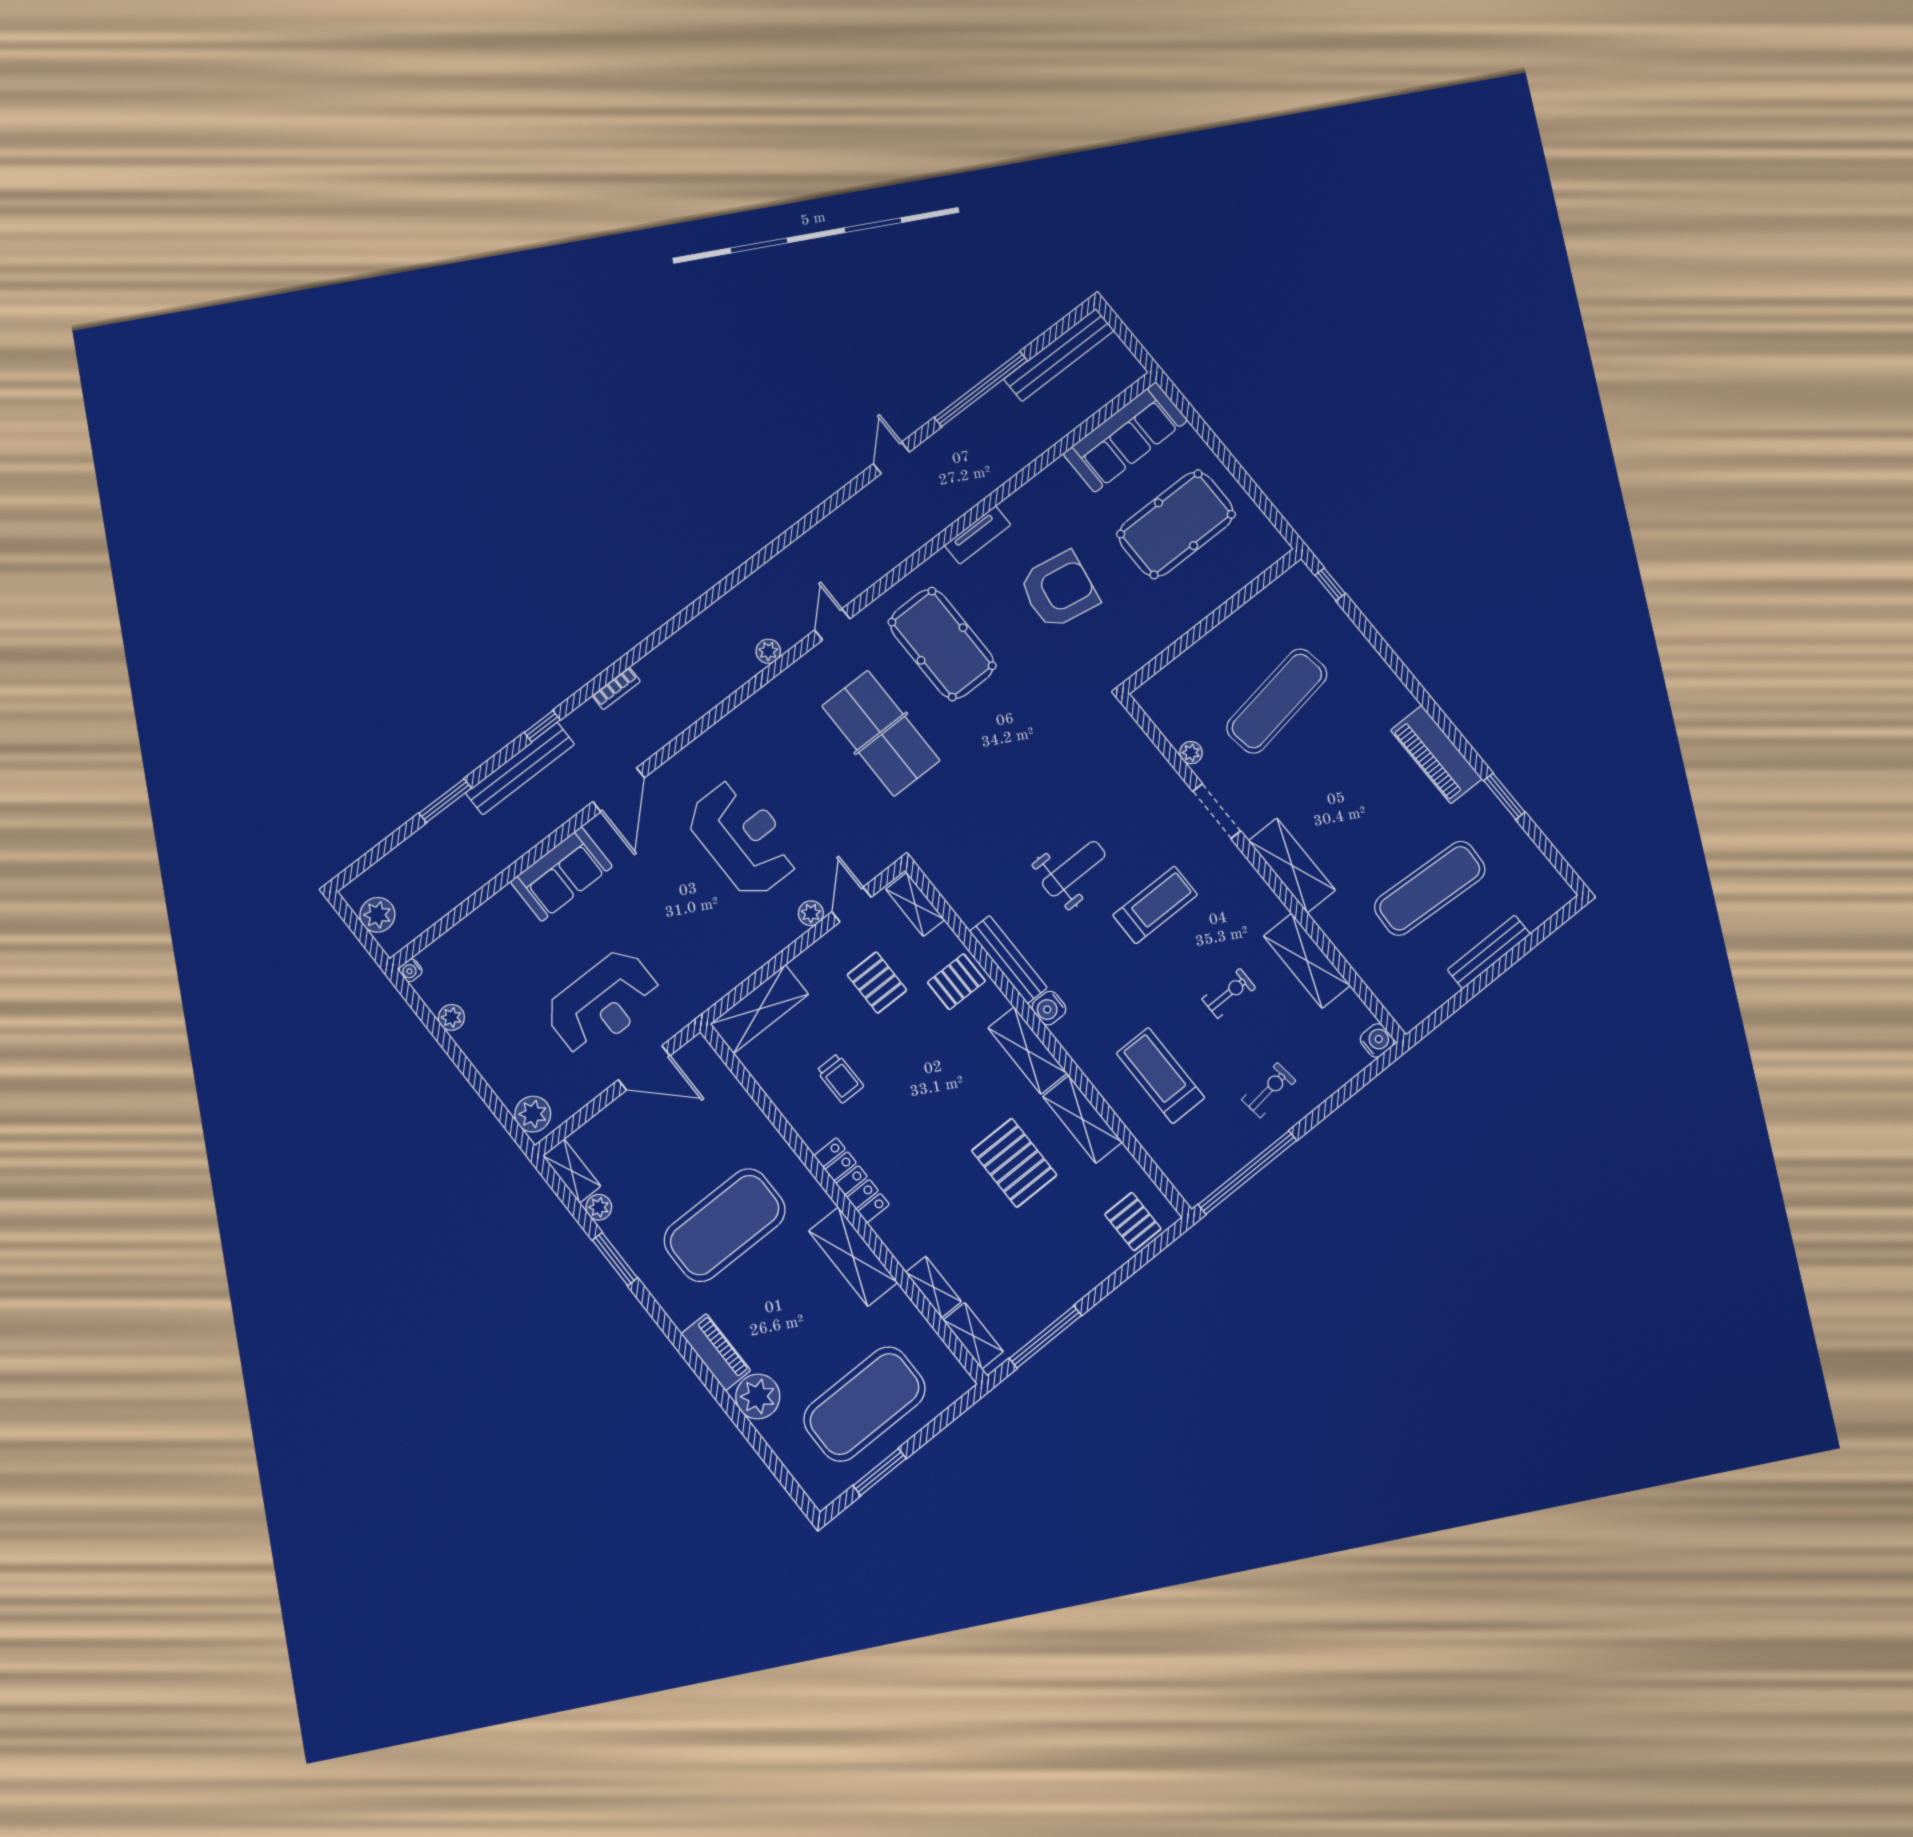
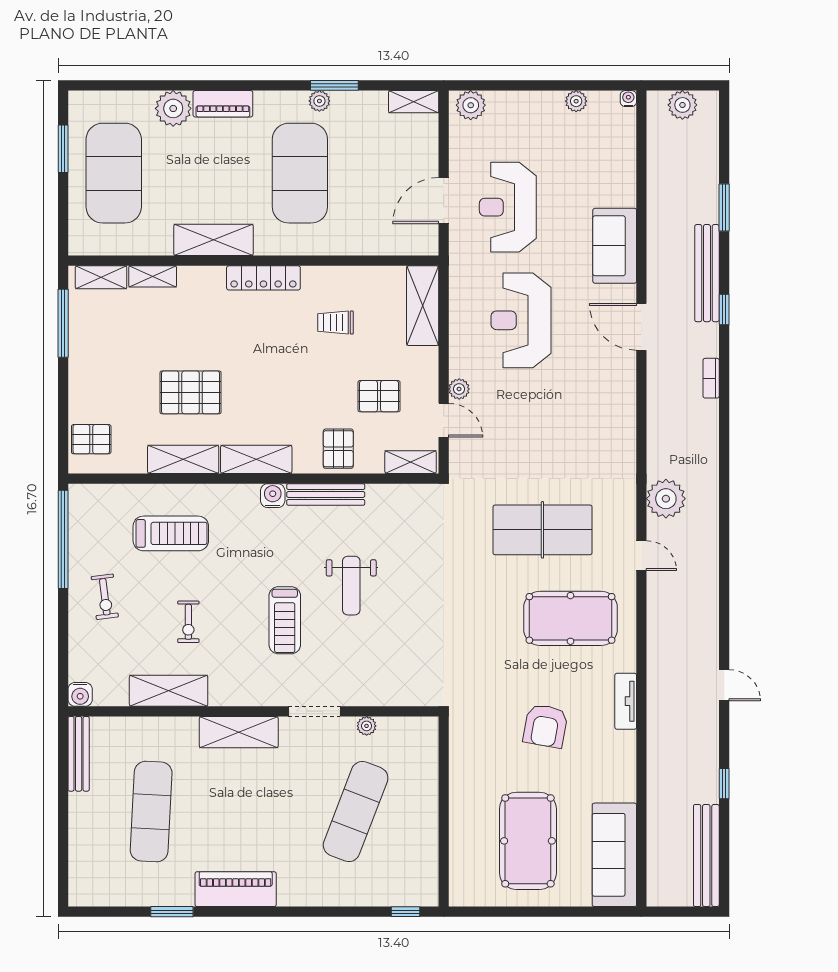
window: (981, 389) -> (724, 784), width x0.32
armchair: (1059, 590) -> (545, 726), width x0.73, depth x0.73
plant: (768, 651) -> (666, 499), width x1.88, depth x1.88
exercise mat: (1277, 701) -> (356, 812), turned 30
reception desk: (743, 838) -> (521, 320), moved, turned 90
bench: (1489, 952) -> (79, 754), moved
plant: (599, 1207) -> (319, 101), moved

